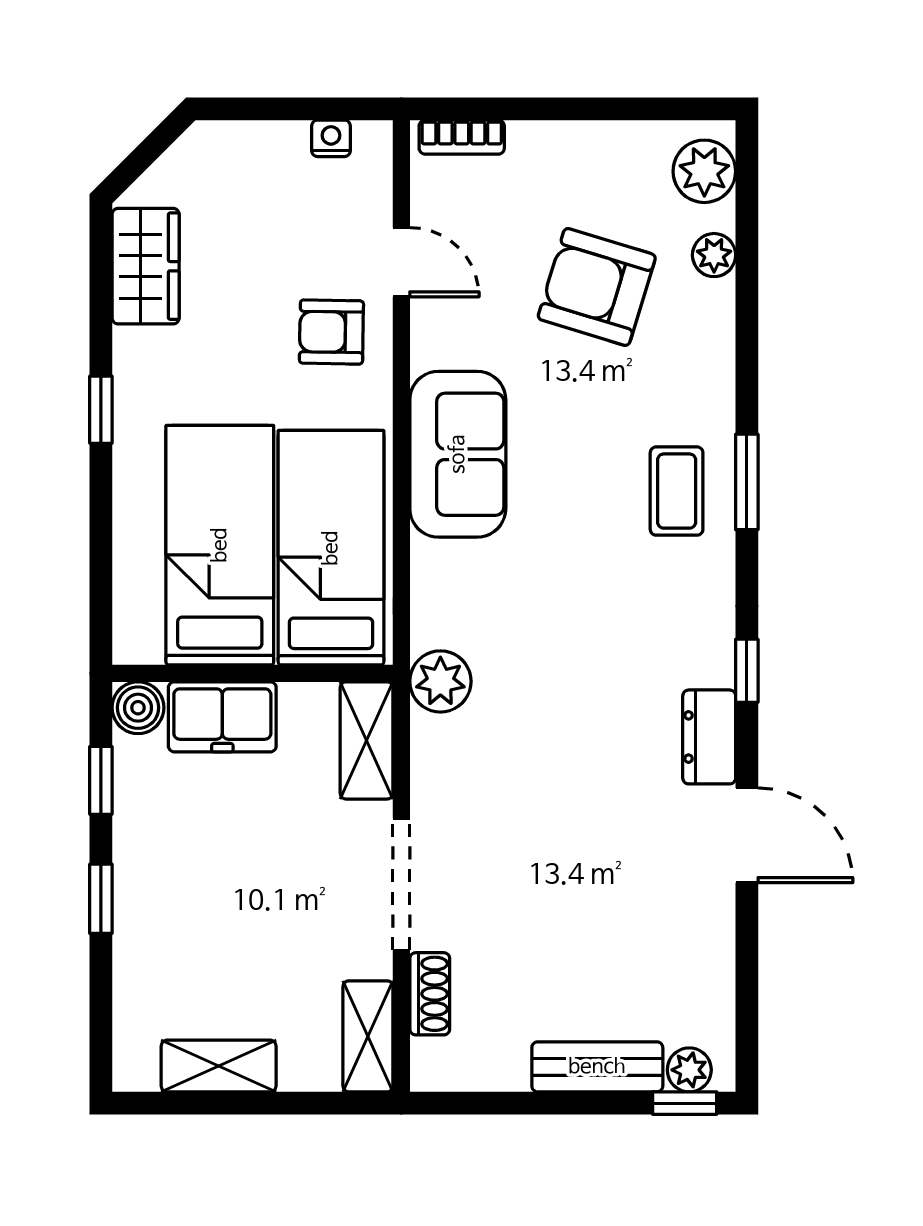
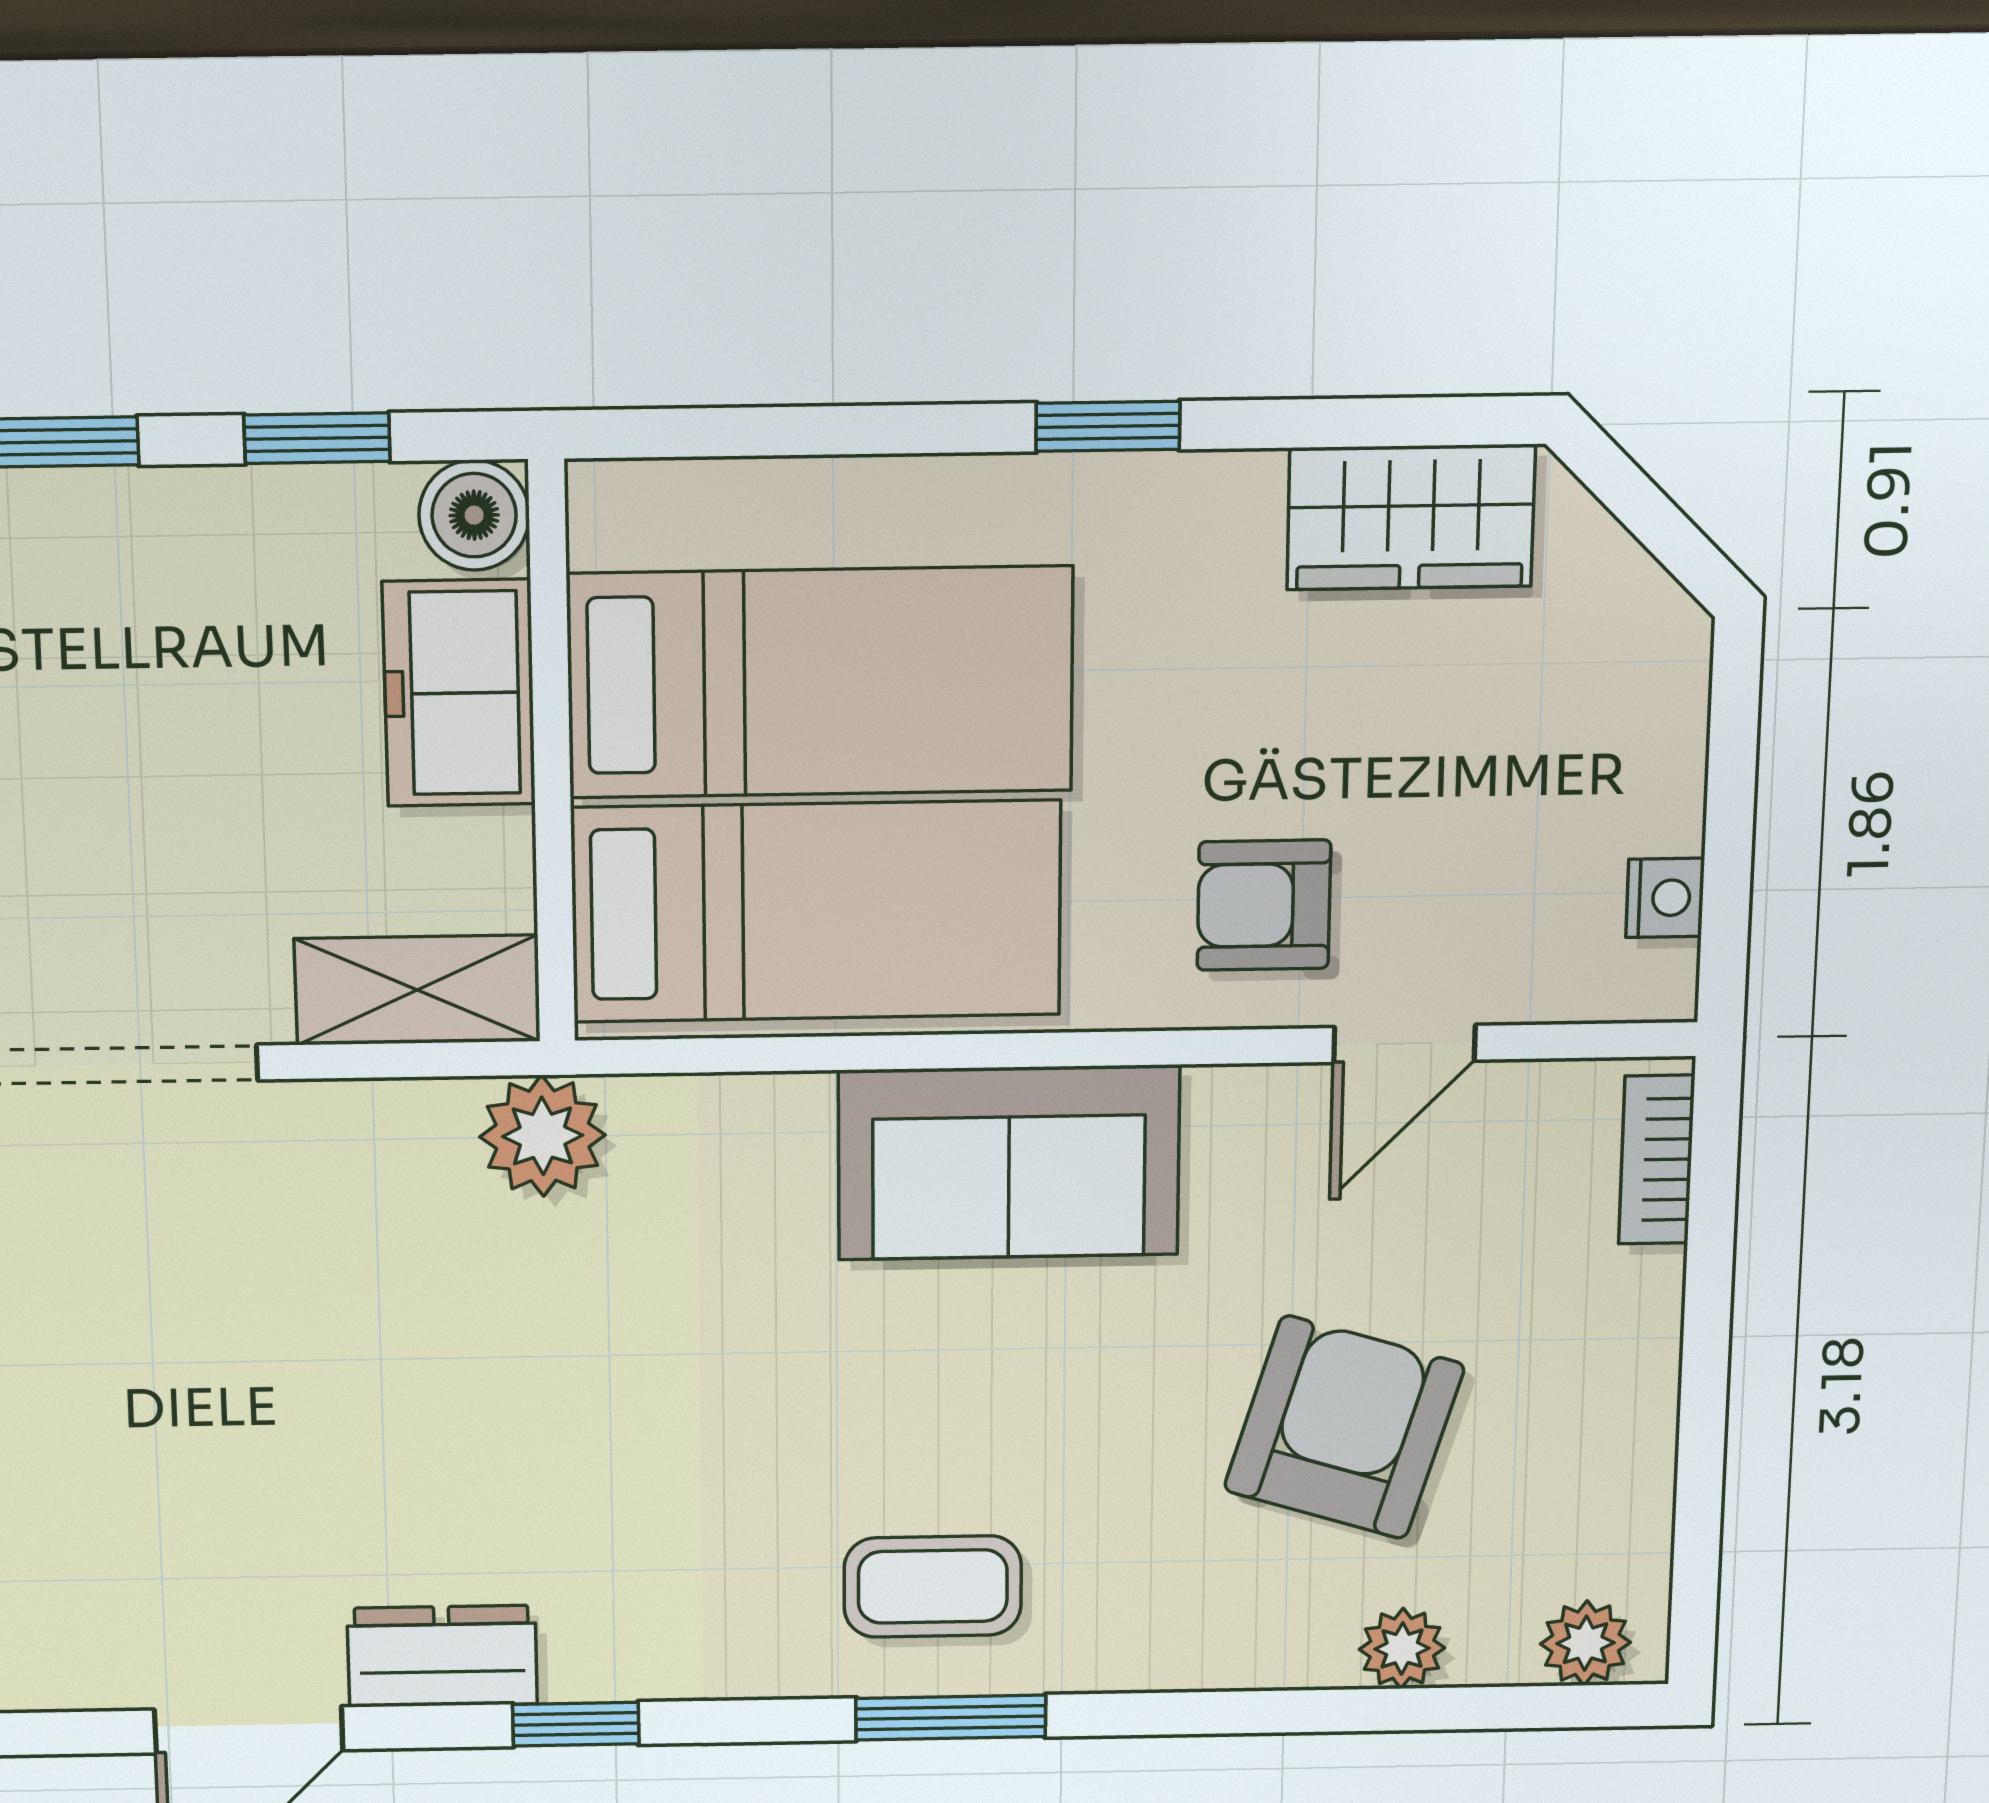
plant: (704, 171) -> (1586, 1643), width x0.73, depth x0.73
armchair: (331, 332) -> (1264, 905), turned -91

